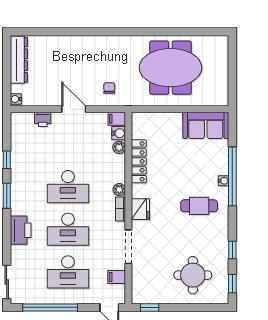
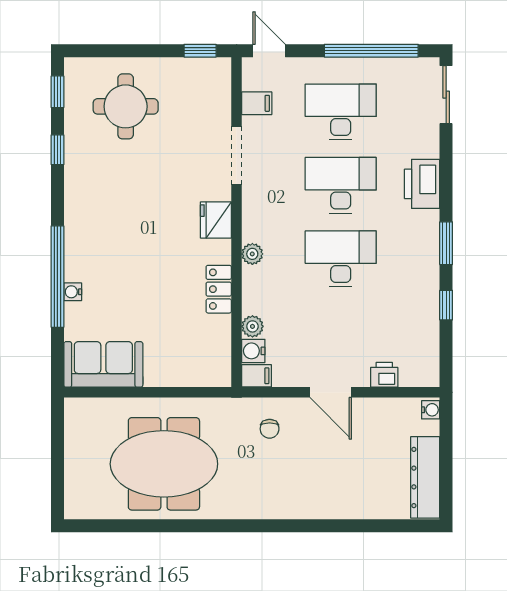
locker: (139, 161) -> (219, 289), width x0.66
water cooler: (224, 181) -> (73, 292), moved
cafe table: (199, 206) -> (115, 226), removed
bookcase: (121, 209) -> (250, 220), removed

